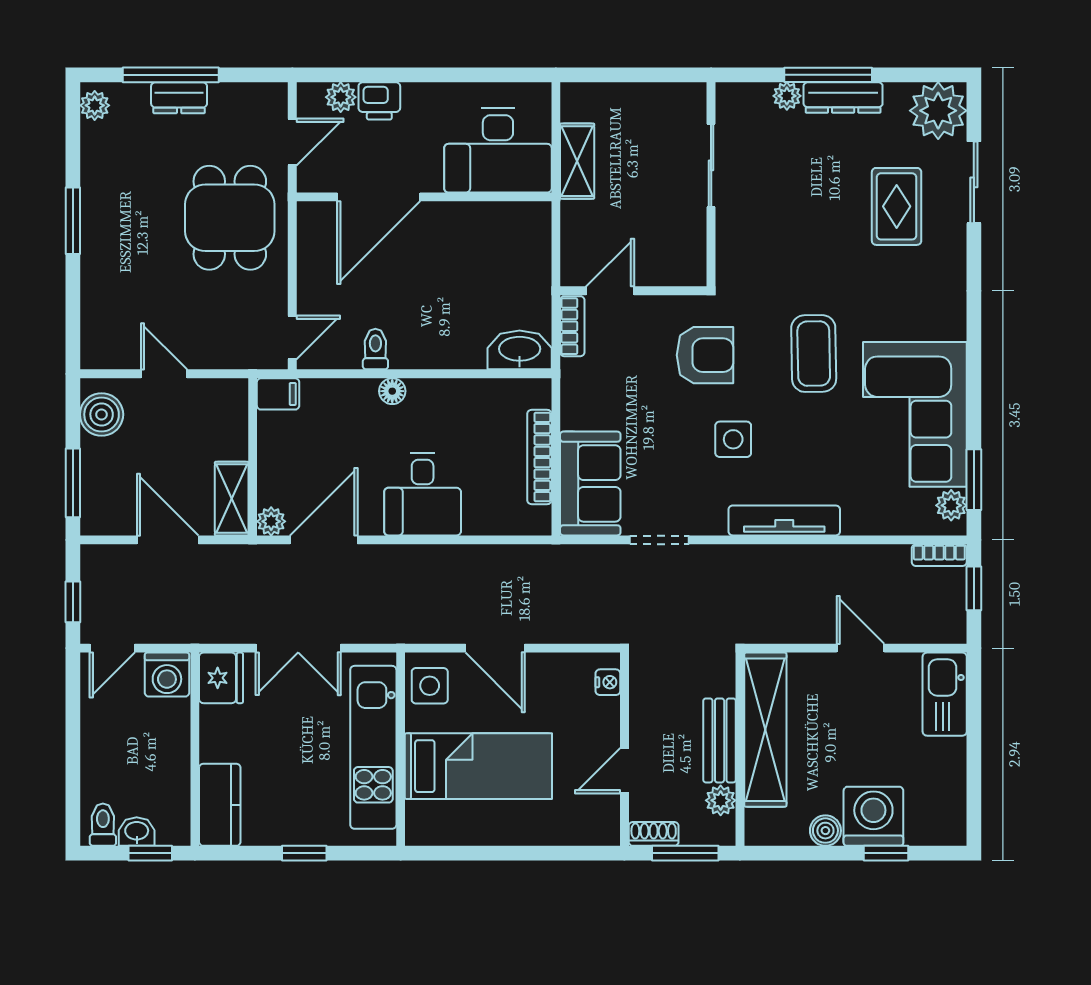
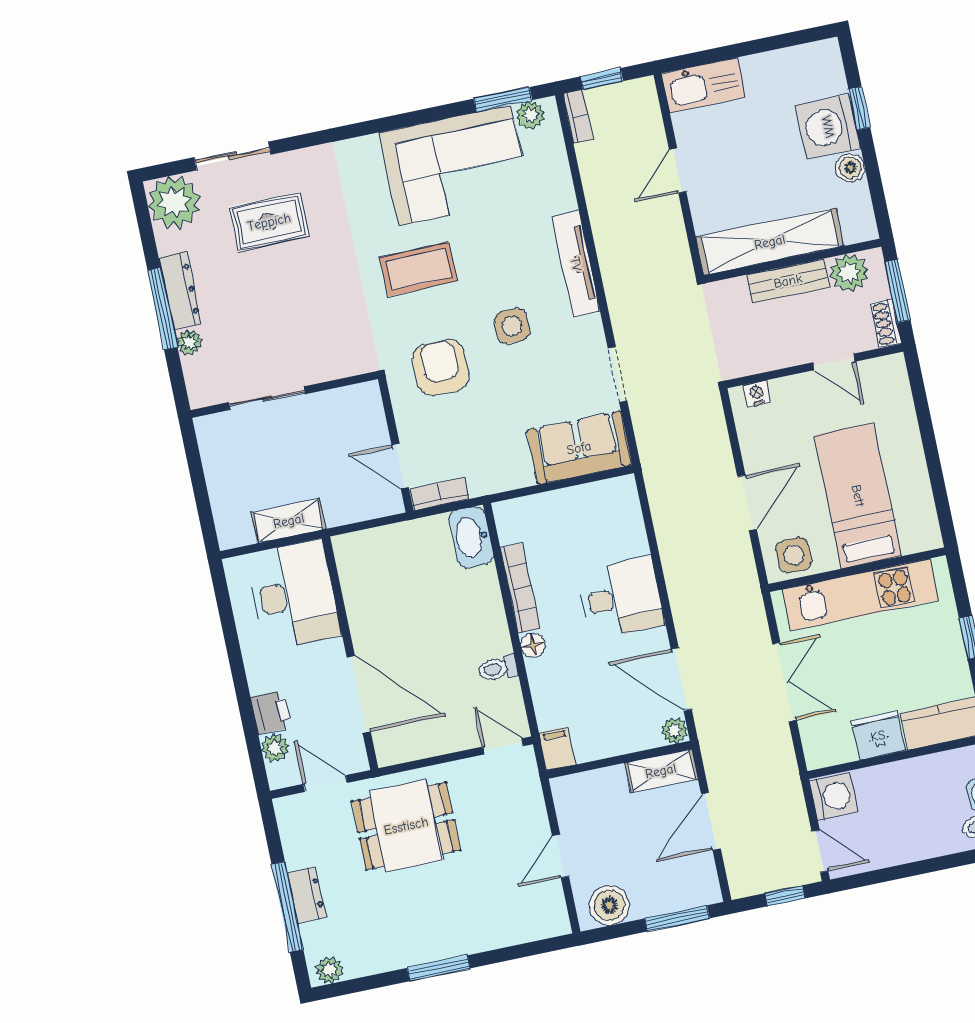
bookcase: (539, 457) -> (520, 588), moved, turned -90
fridge: (221, 678) -> (878, 736), moved
plant: (721, 800) -> (849, 273), width x1.38, depth x1.38

